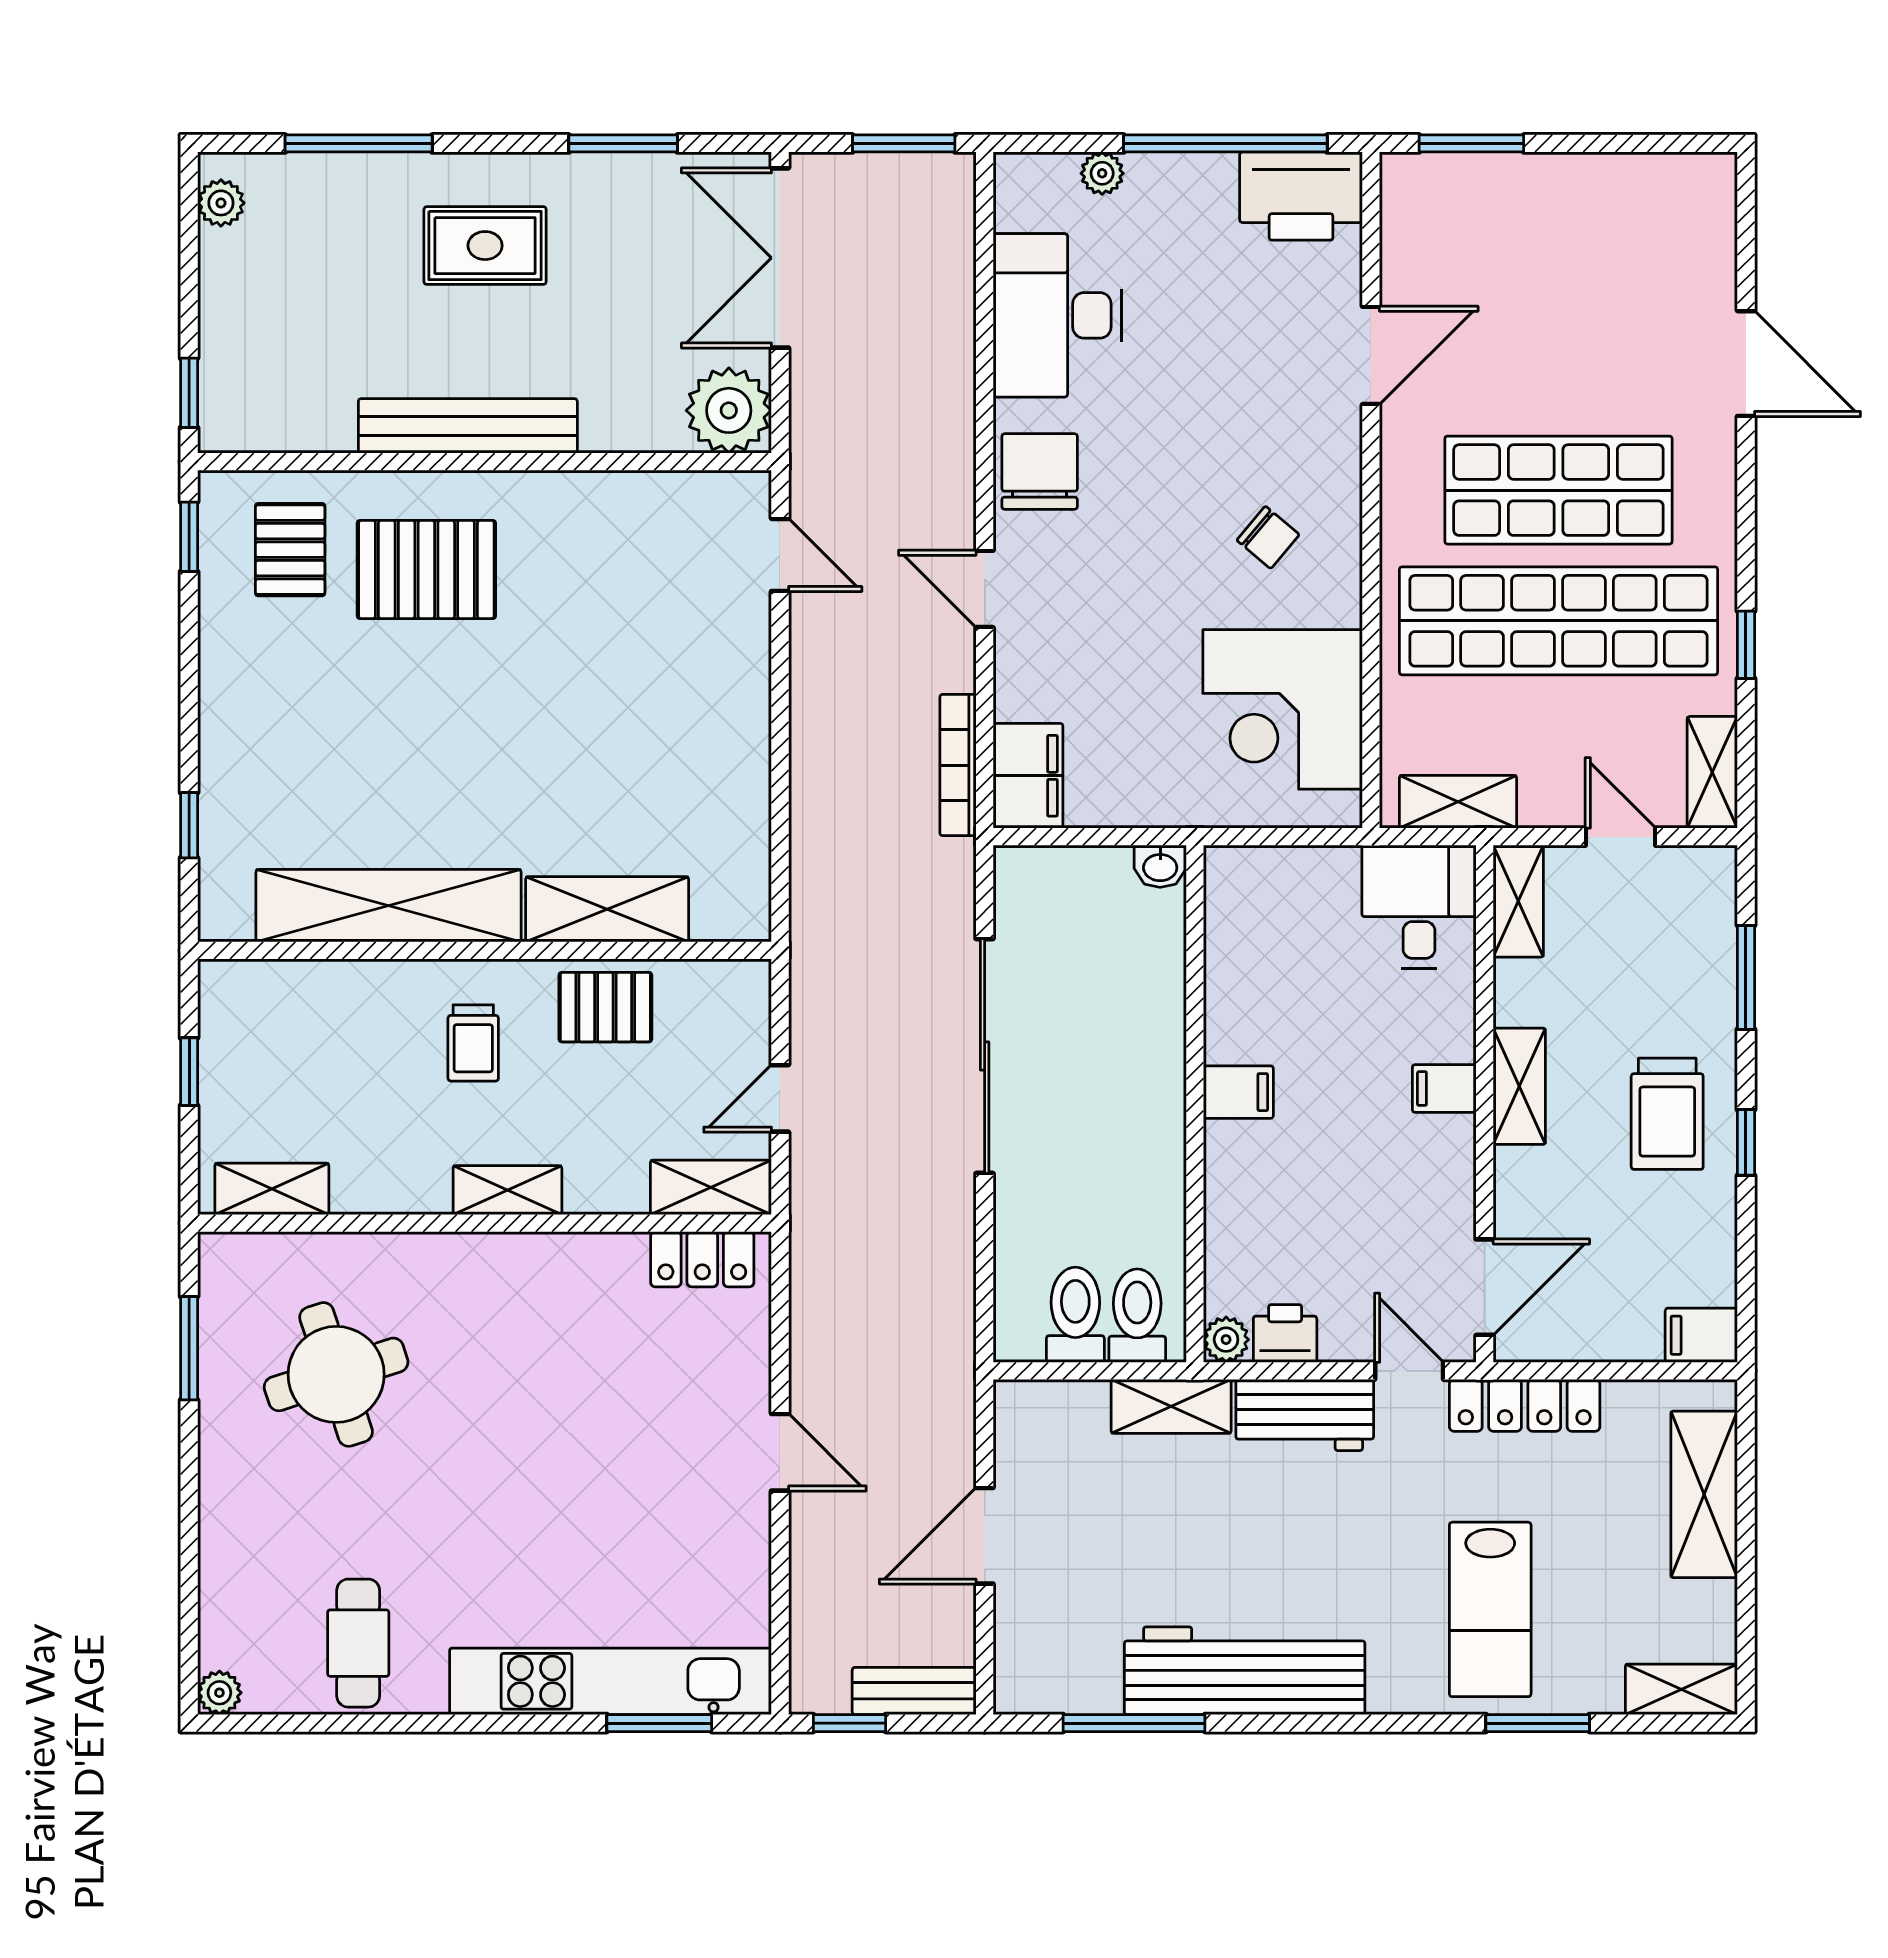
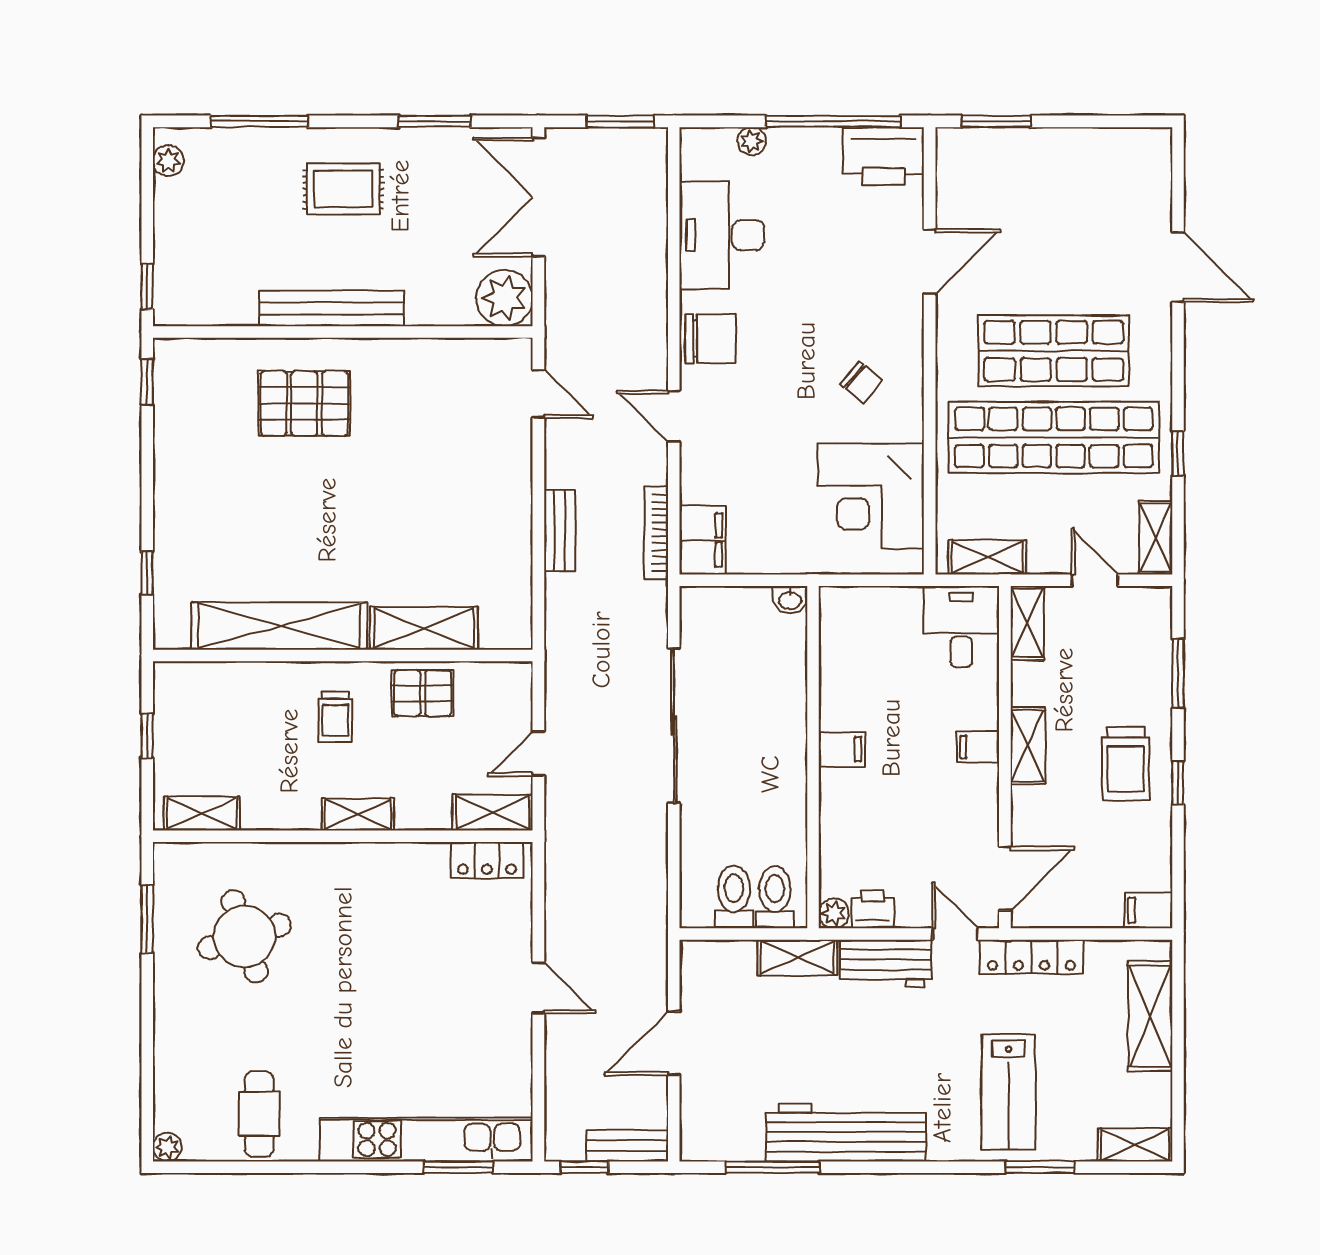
chair: (1040, 472) -> (710, 339), turned 90
pallet: (290, 550) -> (214, 390), removed
bench: (812, 761) -> (560, 530), added

